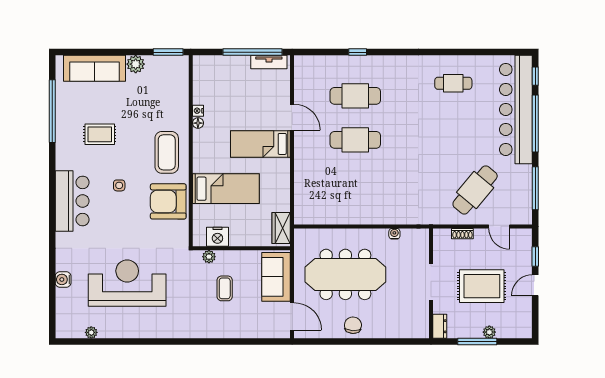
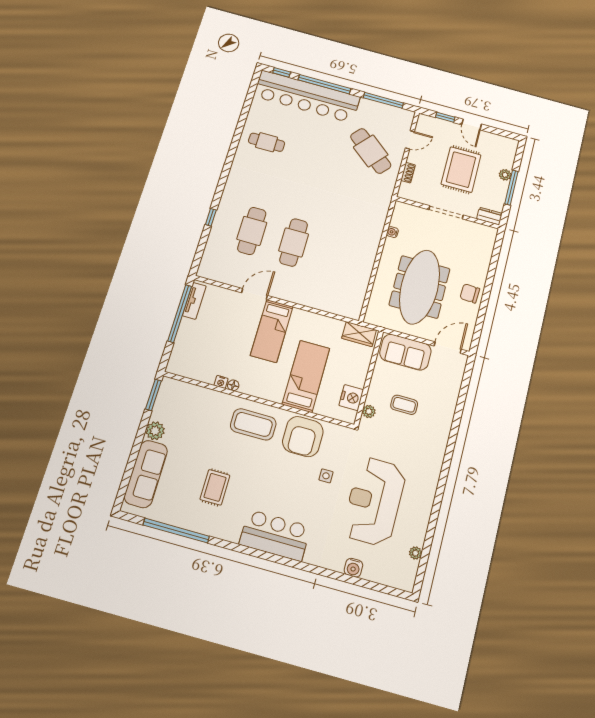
cafe table: (453, 83) -> (267, 142), turned 90
side table: (119, 185) -> (326, 476), moved

